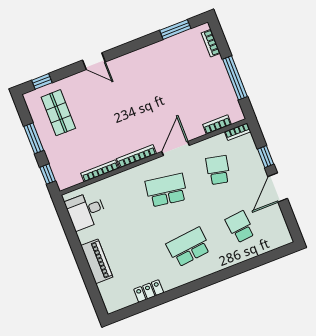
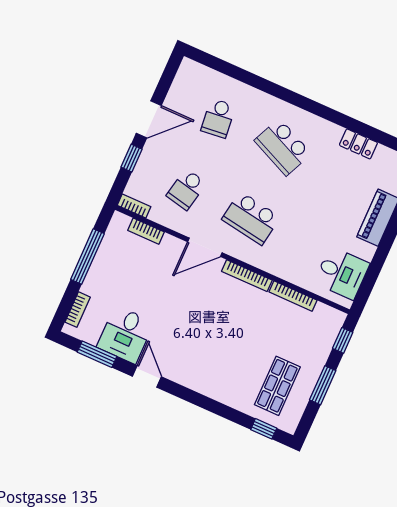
desk: (171, 56) -> (125, 335), added
door: (94, 61) -> (147, 377), moved
school desk: (189, 247) -> (283, 147), turned 30

